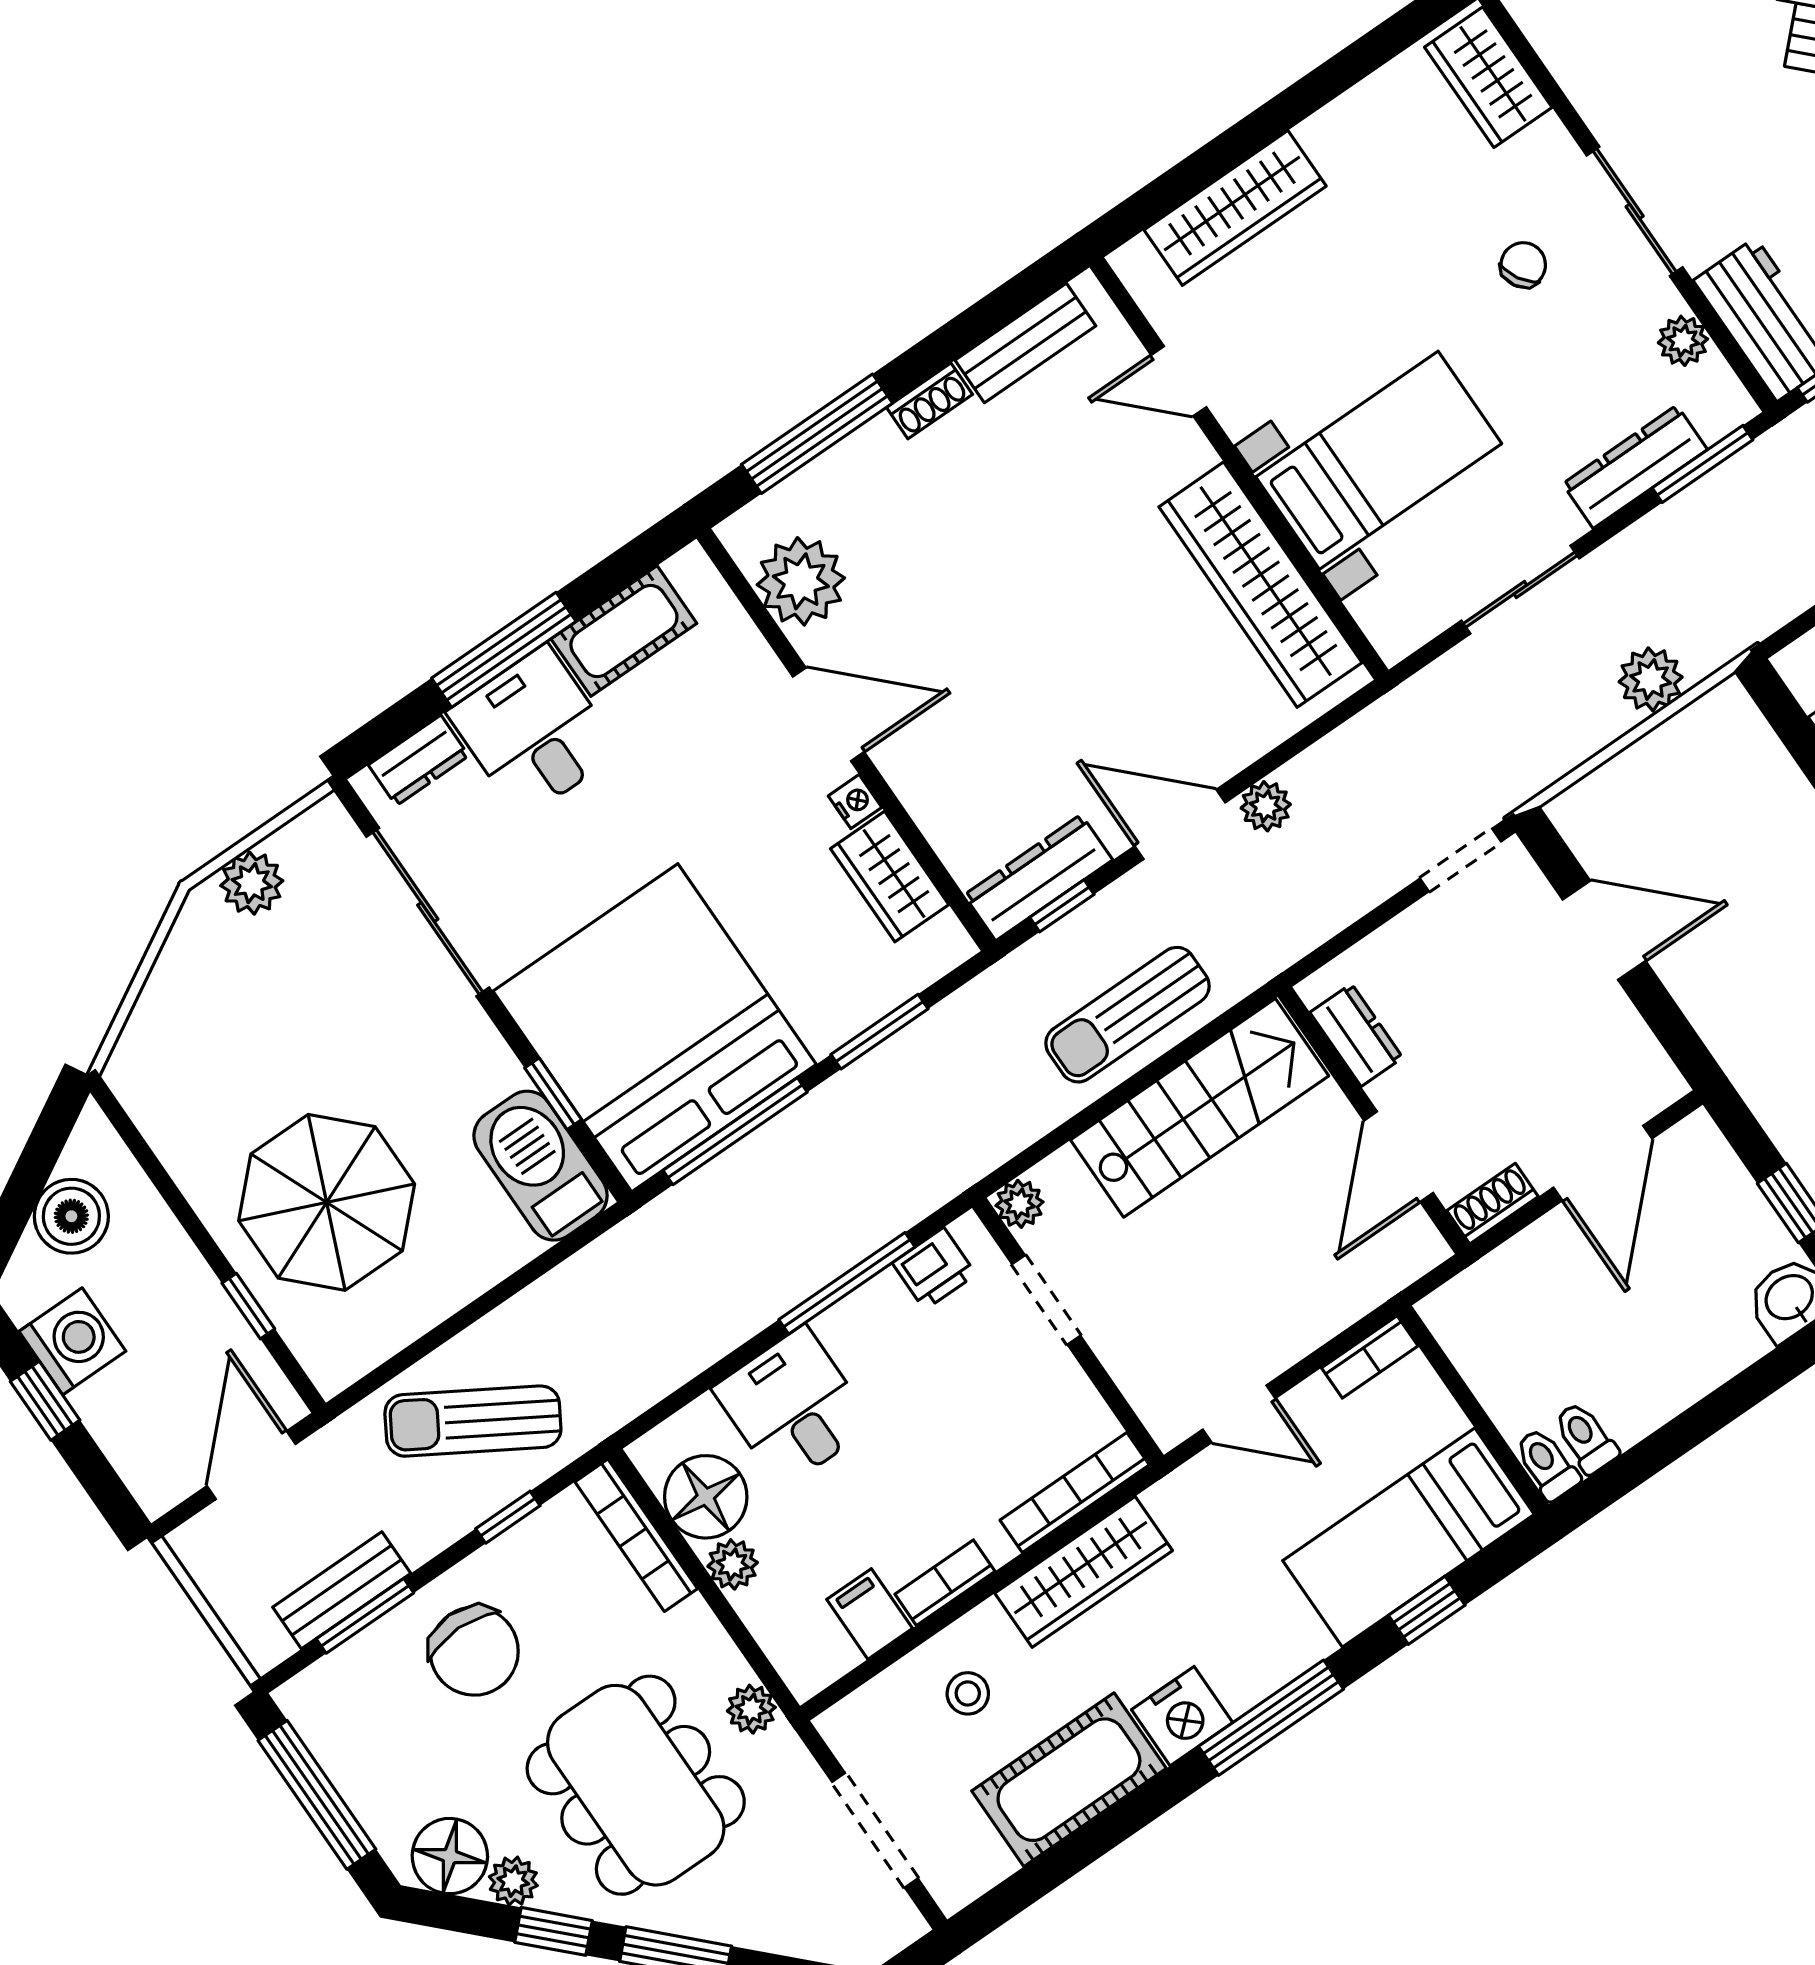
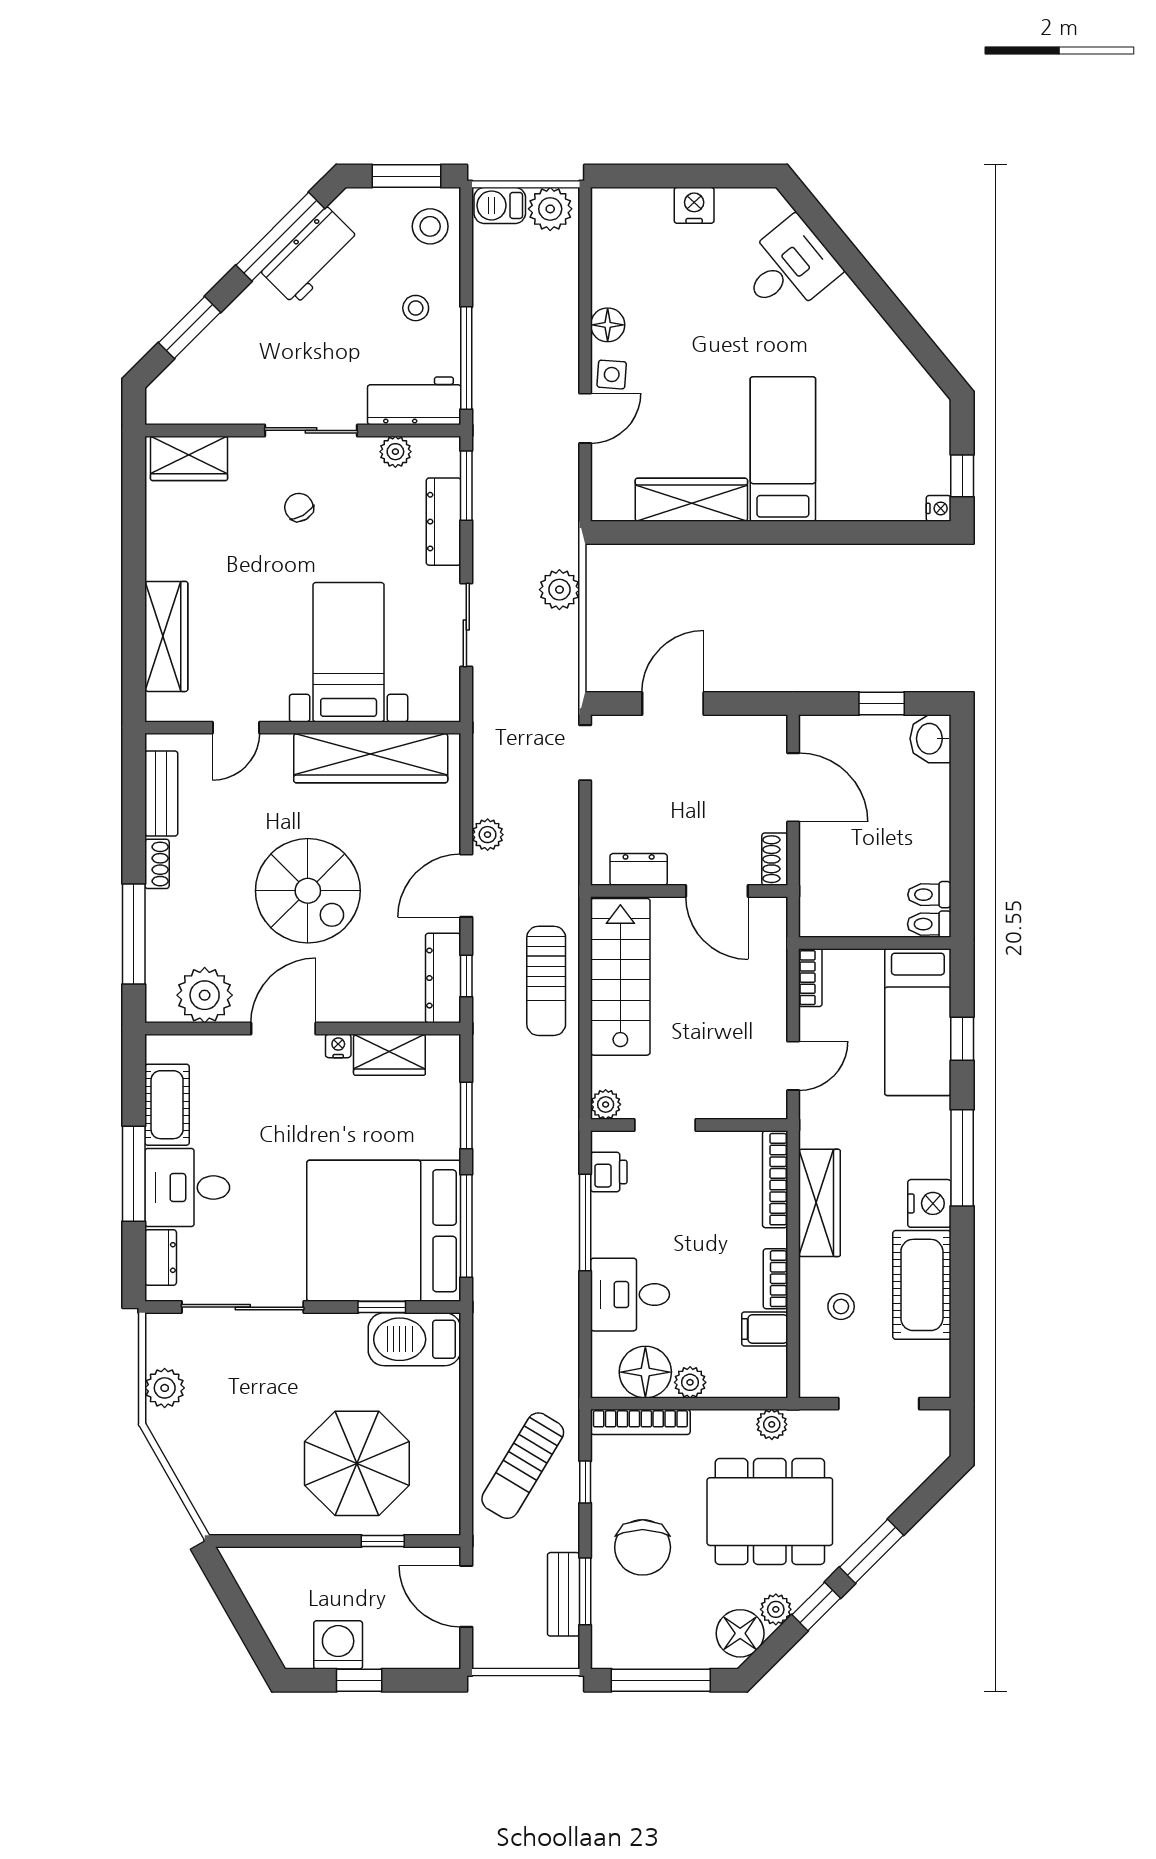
spiral stairs: (1030, 622) -> (308, 891), added
boiler: (71, 1216) -> (273, 1601), removed
chair: (474, 1651) -> (643, 1547), turned 90

